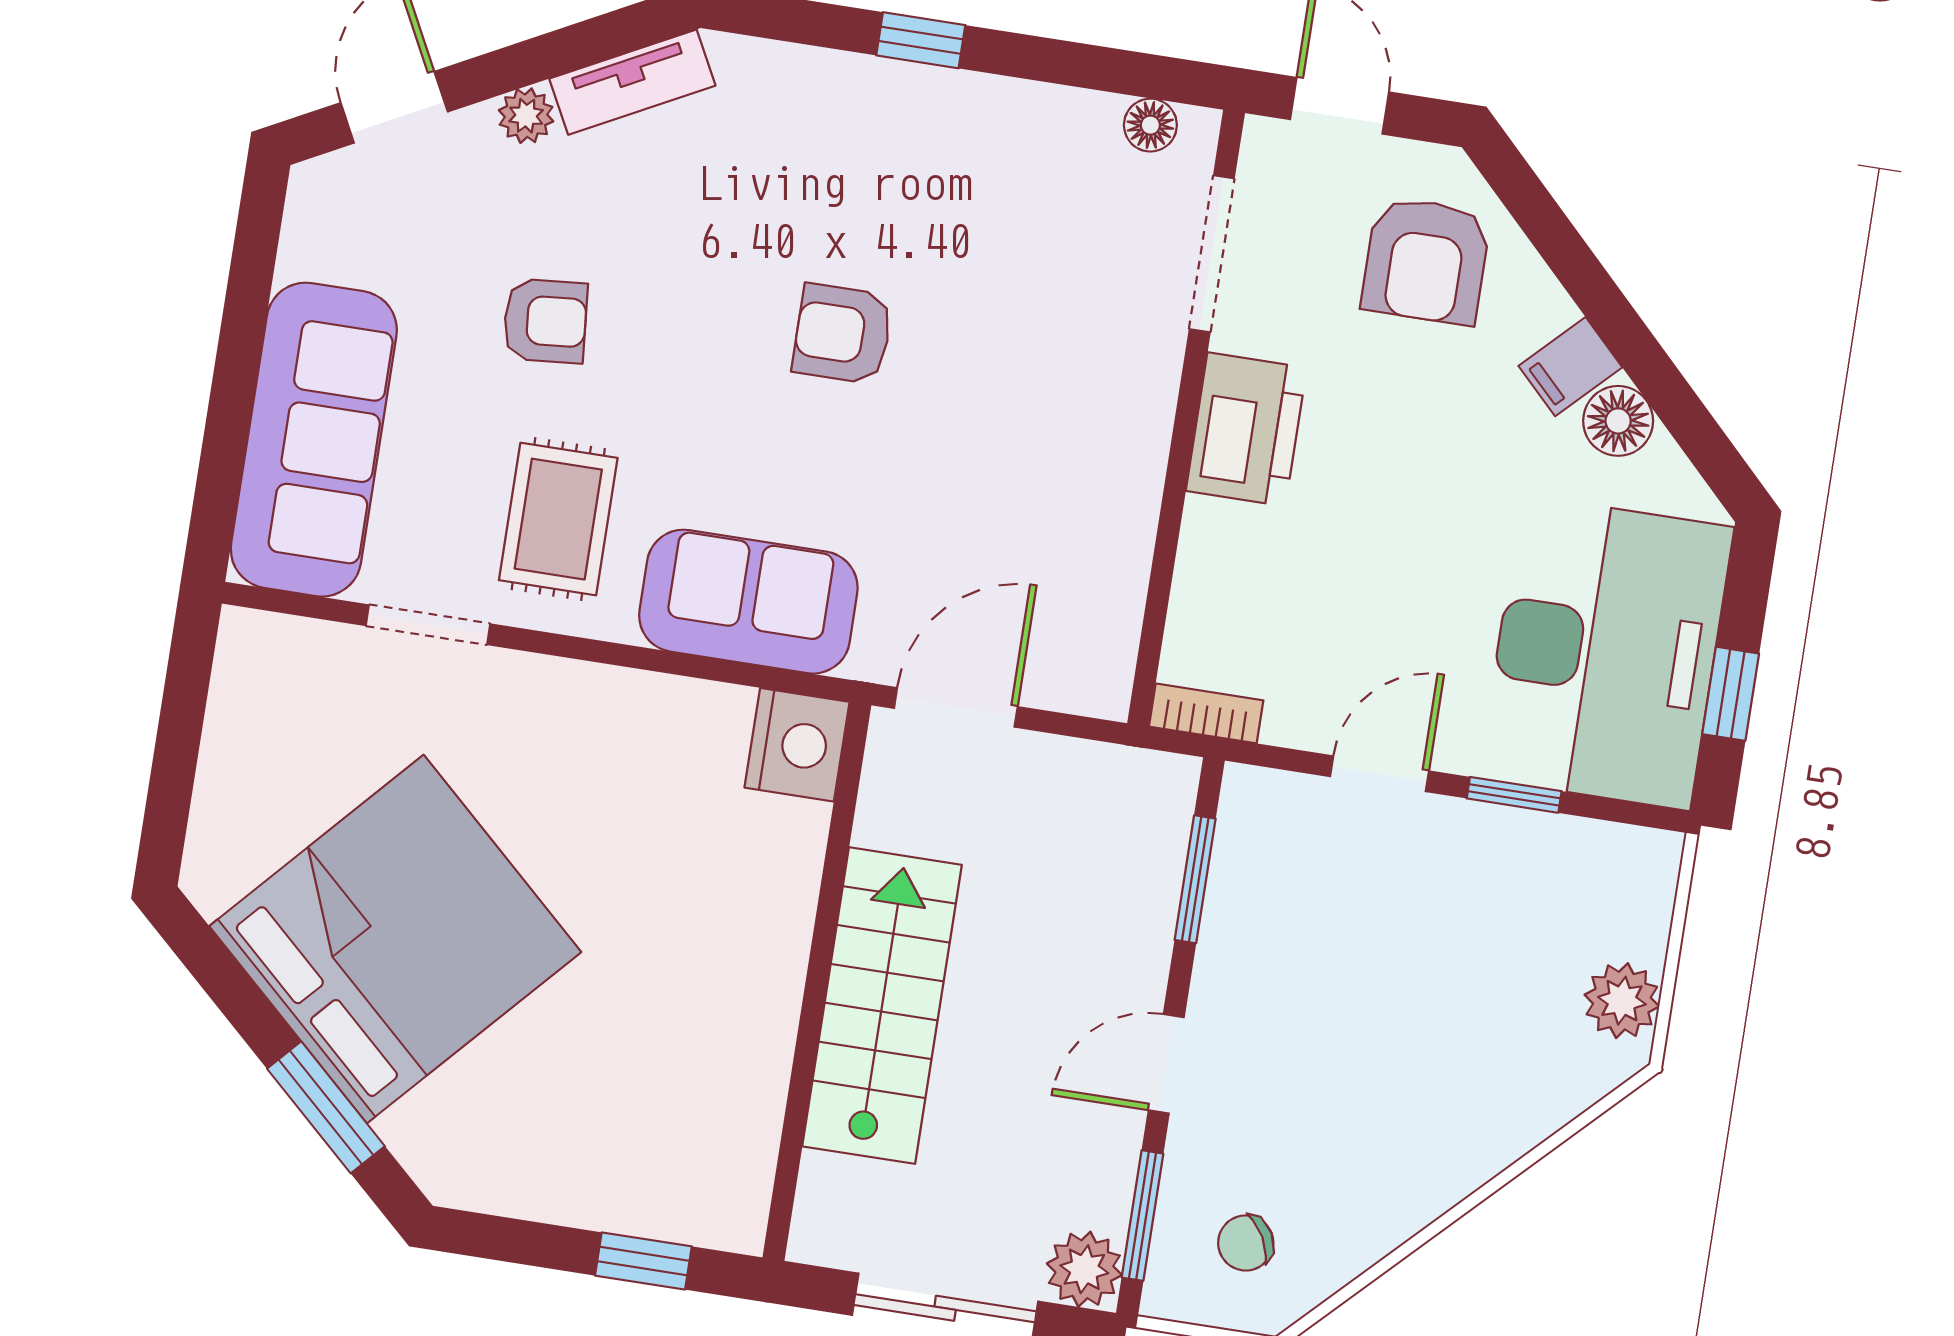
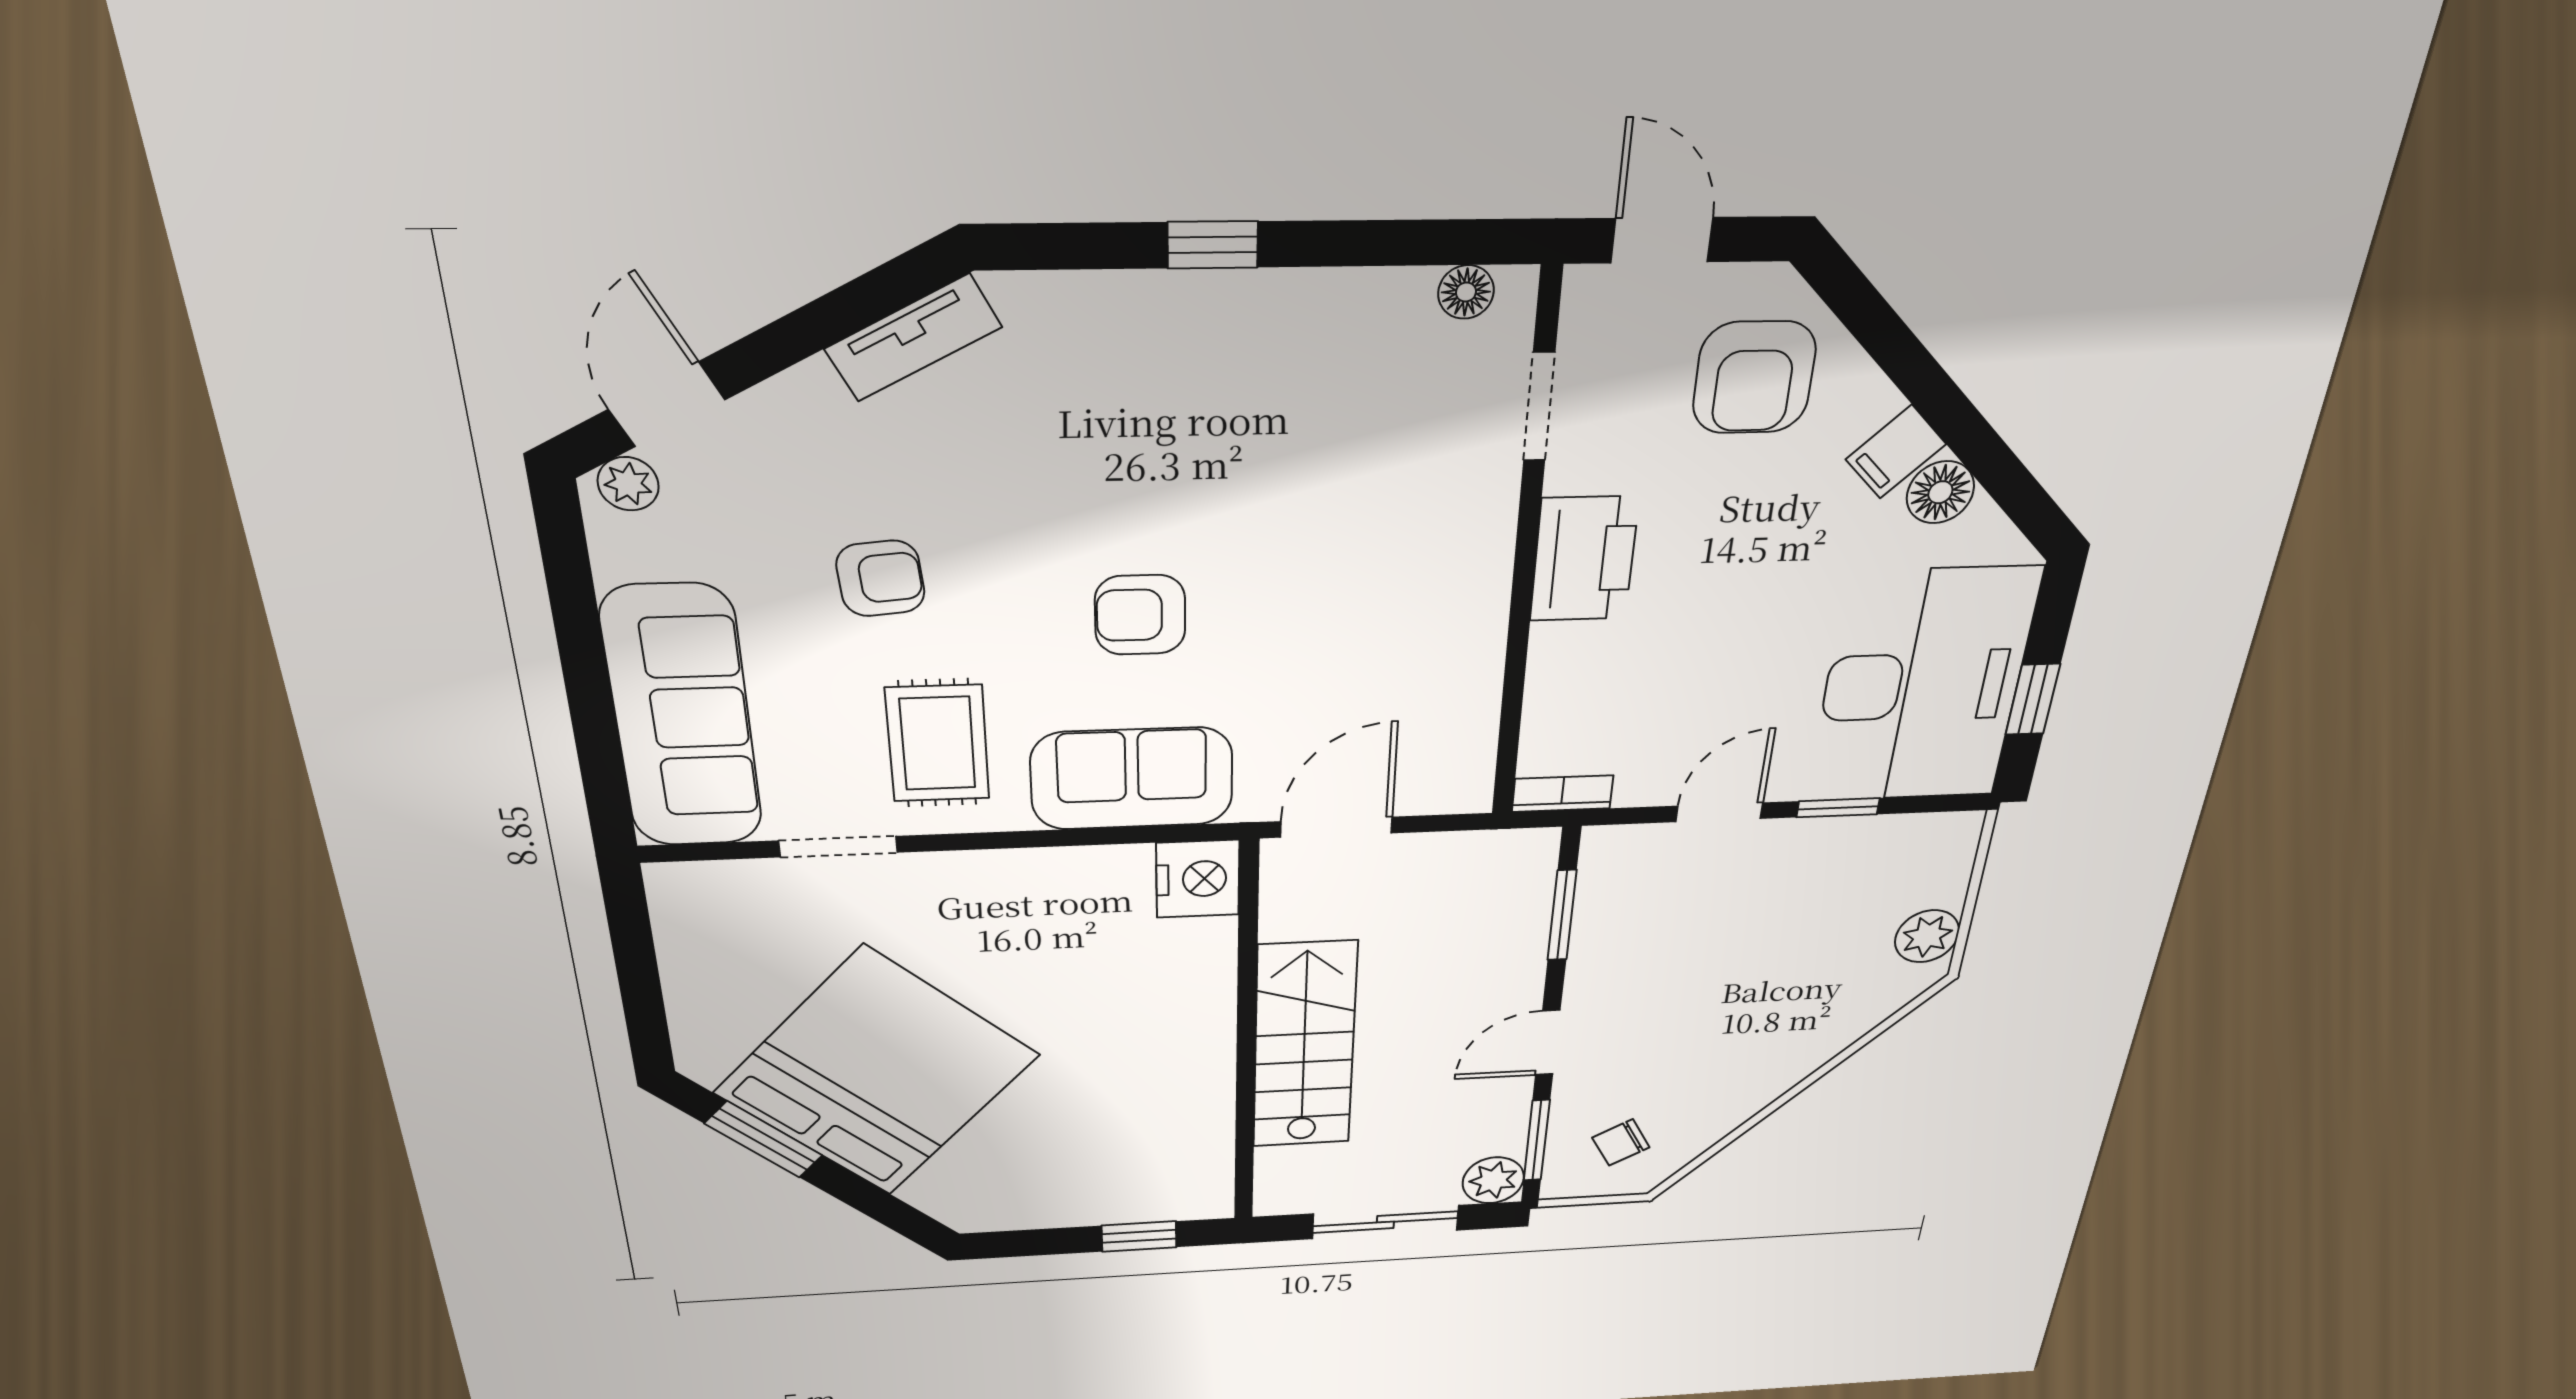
plant: (526, 116) -> (628, 484), moved
doorway: (1212, 254) -> (1539, 407), width x0.73
armchair: (843, 334) -> (1140, 615), moved
window: (326, 1107) -> (764, 1140), moved

